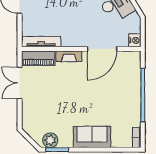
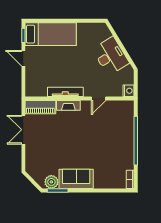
tv unit: (41, 42) -> (65, 92), moved
door: (102, 49) -> (99, 98), width x0.53
sofa: (92, 137) -> (76, 179), moved

